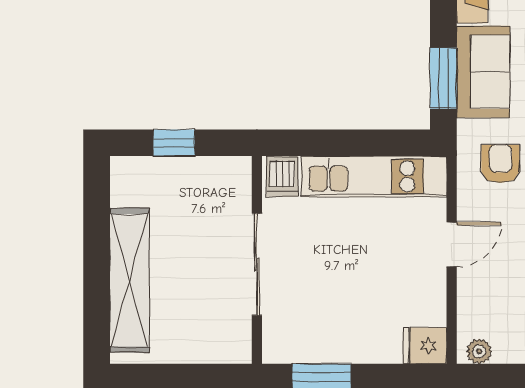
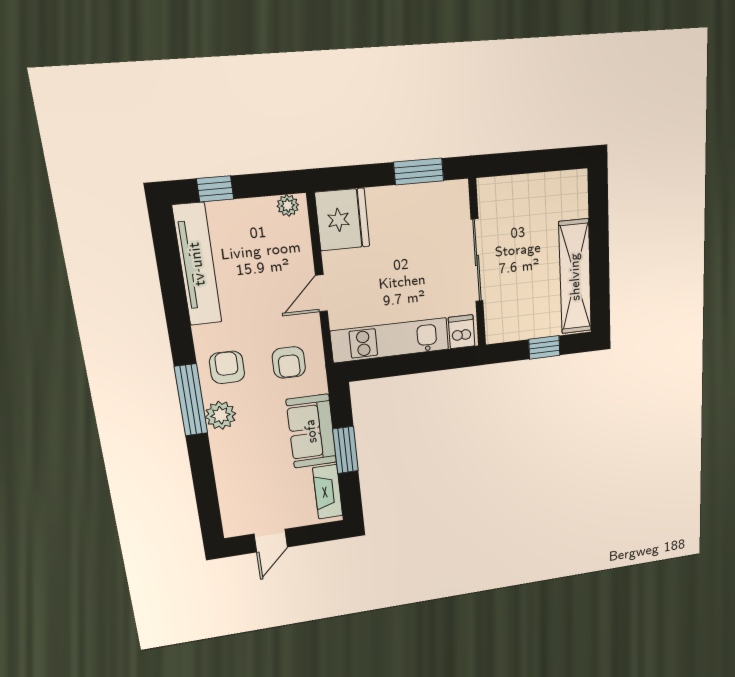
window: (443, 78) -> (346, 450), moved
shelving: (130, 280) -> (575, 277), moved
fridge: (425, 346) -> (342, 220), width x1.88, depth x1.34

